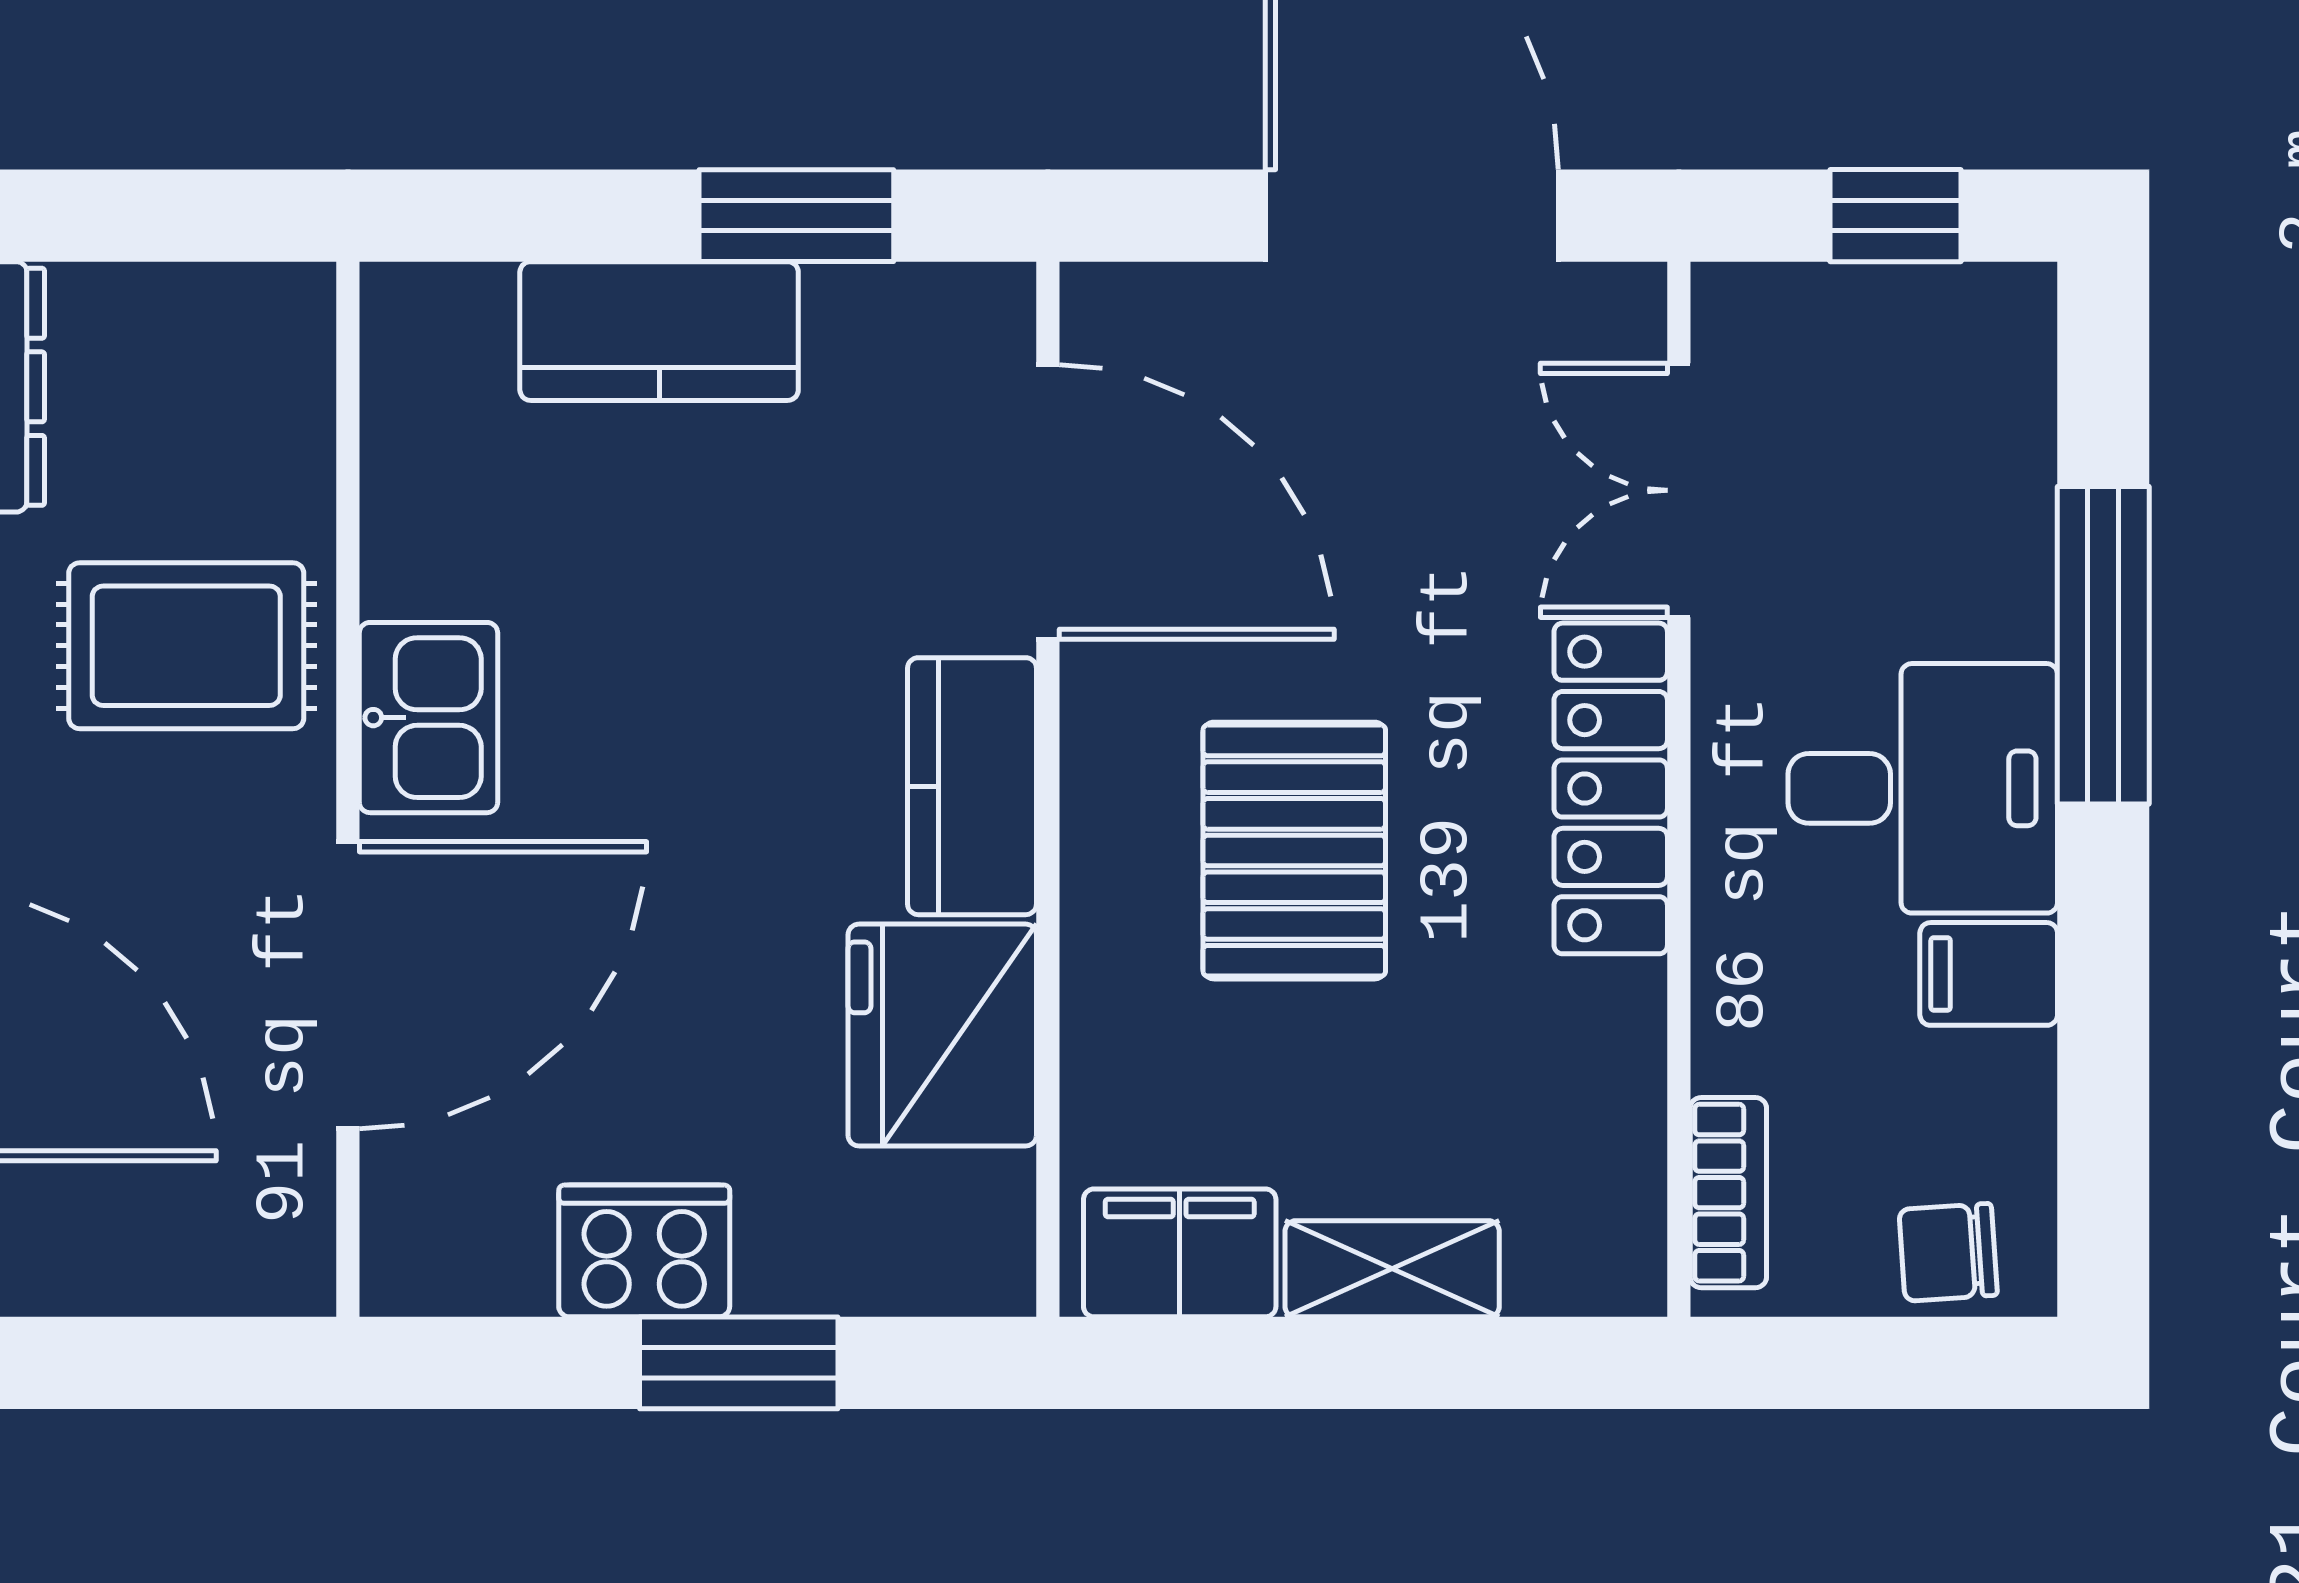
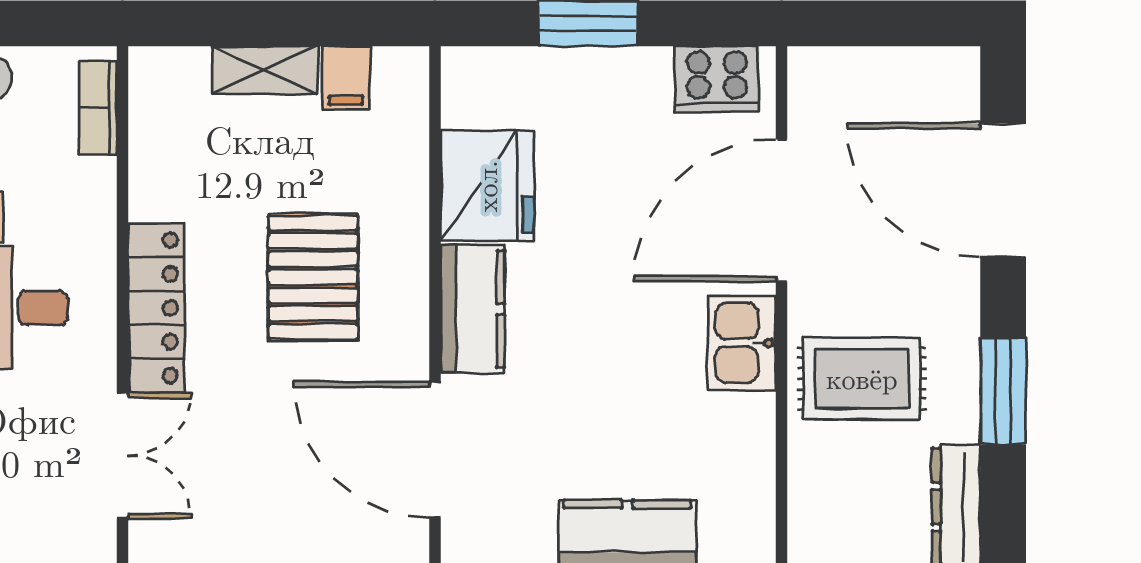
cooker: (644, 1251) -> (717, 79), moved
filing cabinet: (1180, 1253) -> (346, 78), width x0.50

